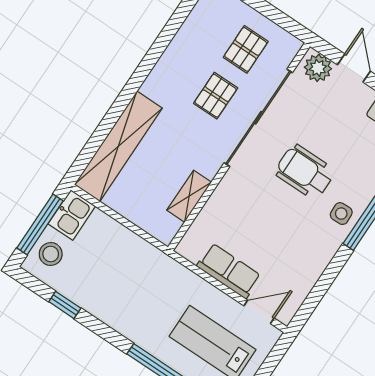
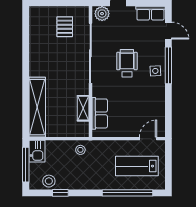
pallet: (216, 96) -> (65, 56), removed
wheelchair: (305, 172) -> (127, 63), turned 90
stool: (51, 254) -> (49, 181), moved
stool: (141, 259) -> (80, 150), added
row of seats: (229, 271) -> (100, 113), moved, turned 90

